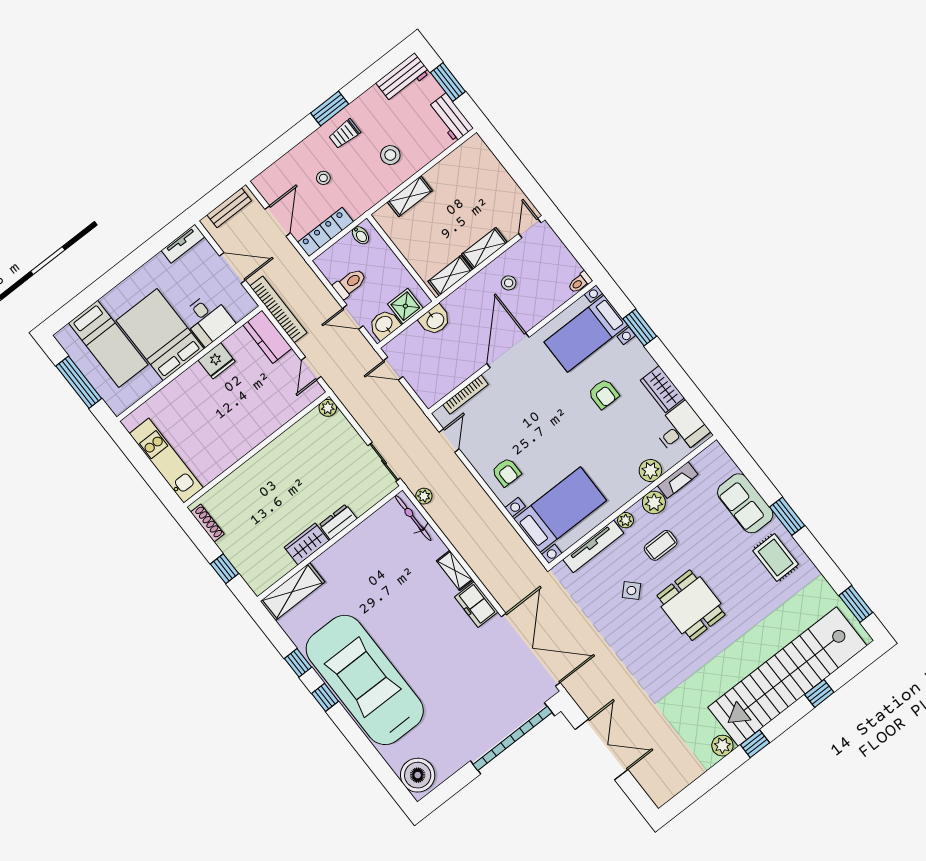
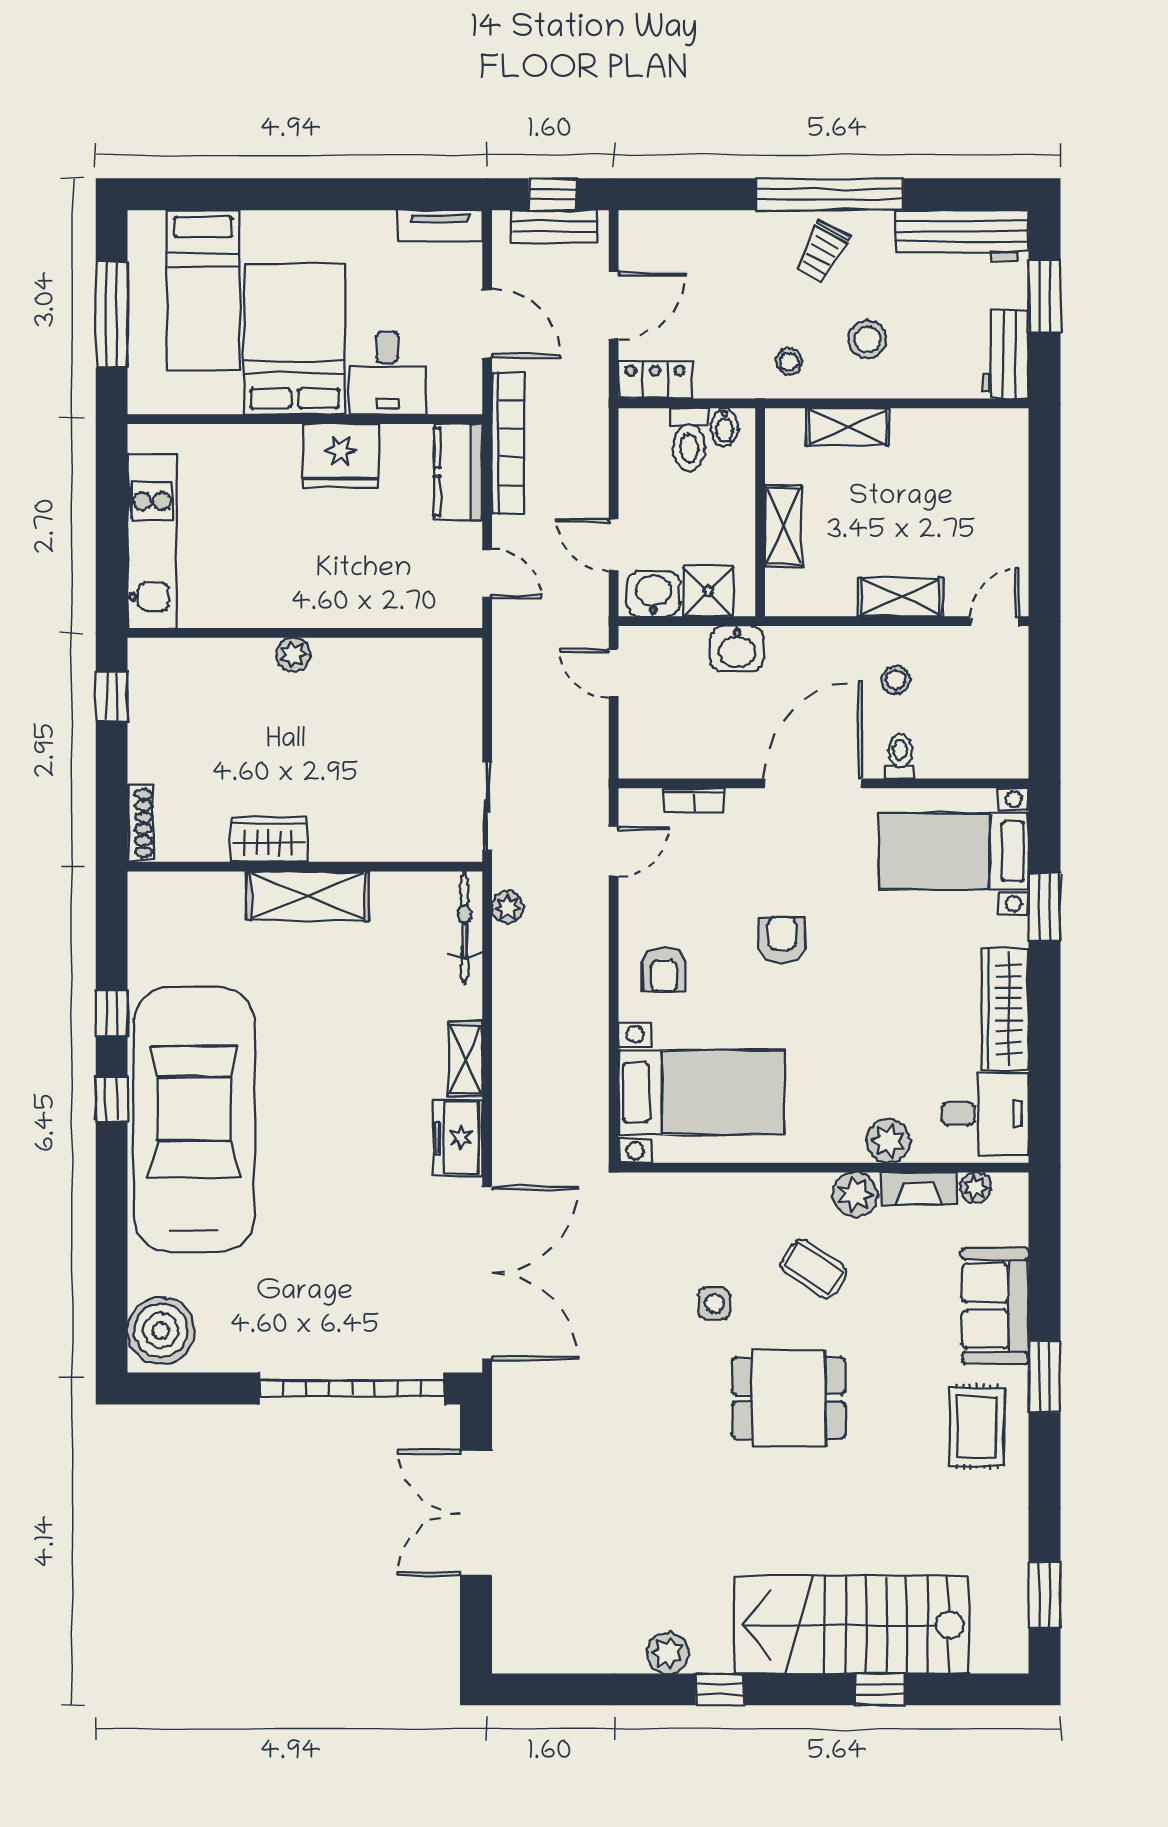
workbench: (403, 78) -> (962, 235), width x1.38
window: (330, 108) -> (830, 194), width x2.11
trolley: (345, 134) -> (822, 252), turned -62
stool: (323, 178) -> (789, 362), moved
window: (218, 195) -> (553, 194), added
locker: (326, 232) -> (655, 380), width x0.66
shelving: (450, 276) -> (783, 526), moved, turned 90
toilet: (580, 282) -> (900, 756), moved, turned 90
toilet: (350, 283) -> (689, 440), moved, turned 90
fridge: (217, 361) -> (340, 456), width x1.36, depth x1.34
door: (311, 369) -> (487, 574), swing flipped
wardrobe: (662, 389) -> (1005, 1009), width x1.50
armchair: (604, 394) -> (782, 940), moved, turned 180
bookcase: (465, 395) -> (694, 800), width x0.64
plant: (328, 408) -> (293, 655), moved
plant: (626, 520) -> (976, 1188), moved
dresser: (338, 522) -> (344, 843), removed
shoe rack: (207, 523) -> (140, 823), moved
coffee table: (661, 545) -> (814, 1269), turned 33
tv unit: (593, 546) -> (709, 1189), removed
window: (225, 569) -> (112, 696), moved
side table: (631, 591) -> (714, 1303), turned 45
shelving: (292, 592) -> (308, 896), moved
dining table: (691, 605) -> (789, 1398), turned 90
stairs: (787, 677) -> (851, 1625), width x0.73
double door: (601, 749) -> (476, 1513), swing flipped

